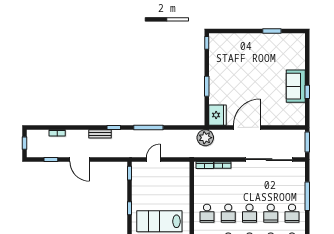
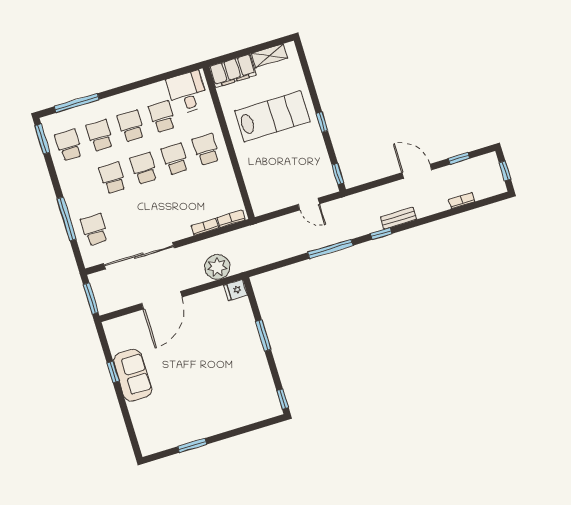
fridge: (217, 115) -> (236, 290), width x0.53, depth x0.75
door: (247, 127) -> (162, 300), moved
plant: (205, 138) -> (217, 267), moved
door: (153, 160) -> (309, 204), hinge flipped
school desk: (292, 213) -> (94, 230), moved

